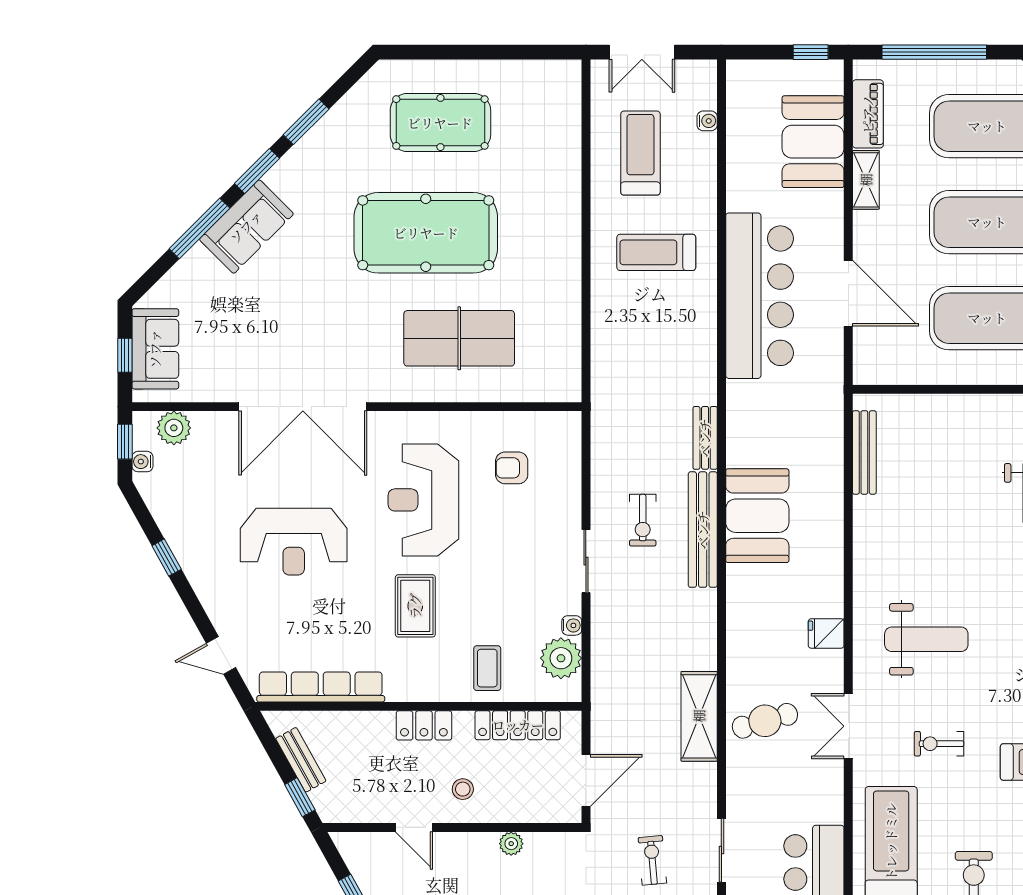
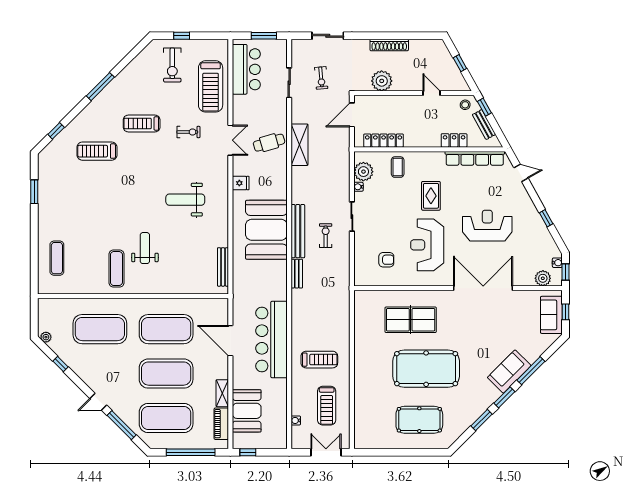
reception desk: (423, 500) -> (427, 245), turned 180
booth: (757, 516) -> (266, 230), width x1.36, depth x1.42
weight bench: (926, 639) -> (185, 200), moved
locker: (424, 725) -> (454, 140), moved
stool: (463, 789) -> (465, 105), moved
plant: (511, 844) -> (382, 81), width x1.88, depth x1.88

